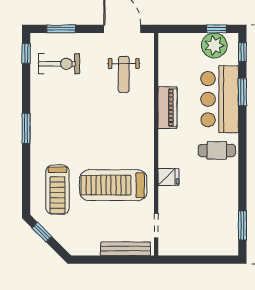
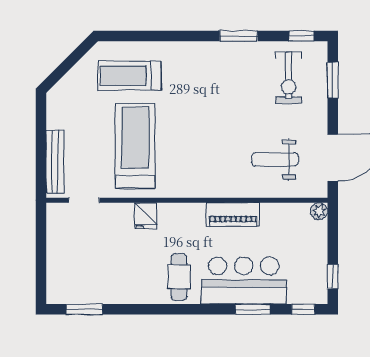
plant: (214, 45) -> (319, 211), moved, width x0.53, depth x0.53
window: (26, 128) -> (239, 36), moved
window: (42, 232) -> (76, 56), removed

